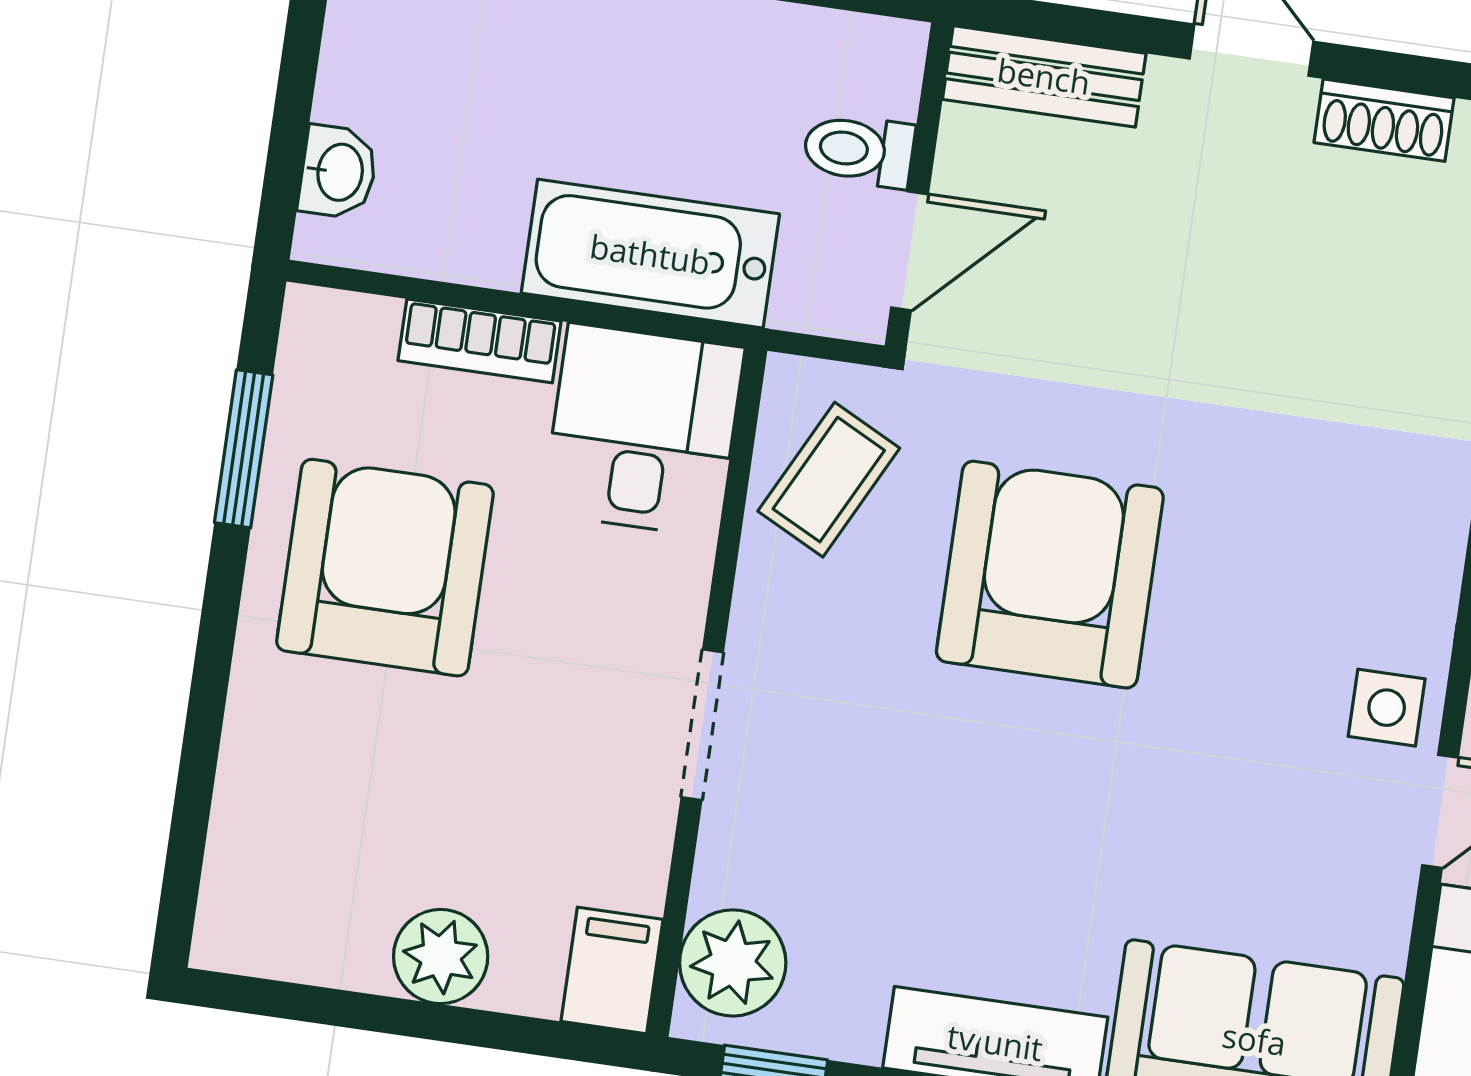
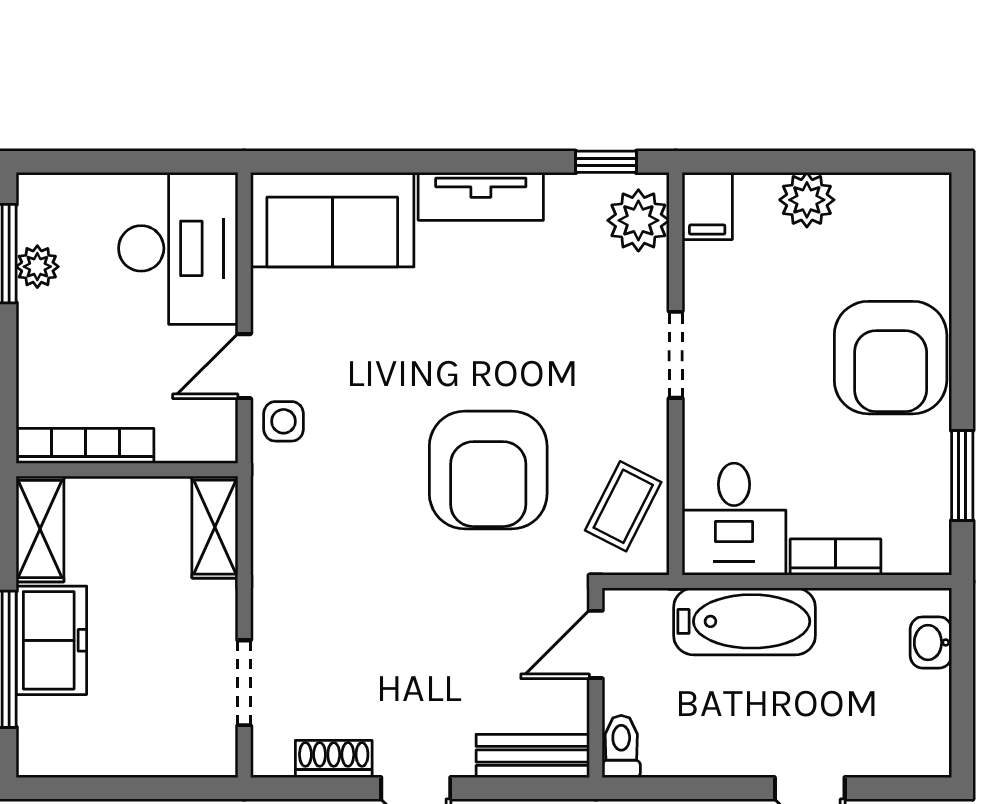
toilet: (859, 150) -> (621, 746), moved, turned -90
armchair: (385, 568) -> (891, 358), moved

